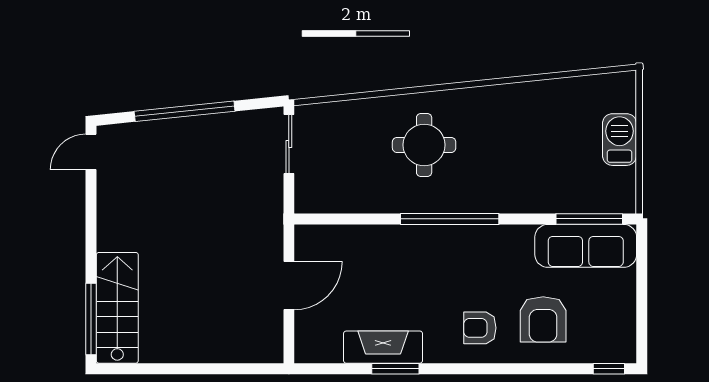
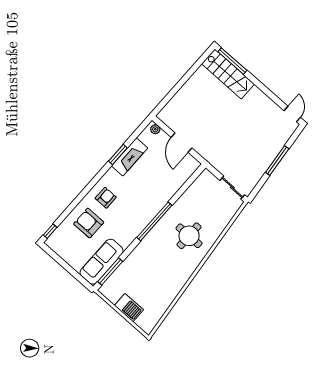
window: (185, 111) -> (277, 161), width x0.68
plant: (304, 345) -> (155, 129), added

